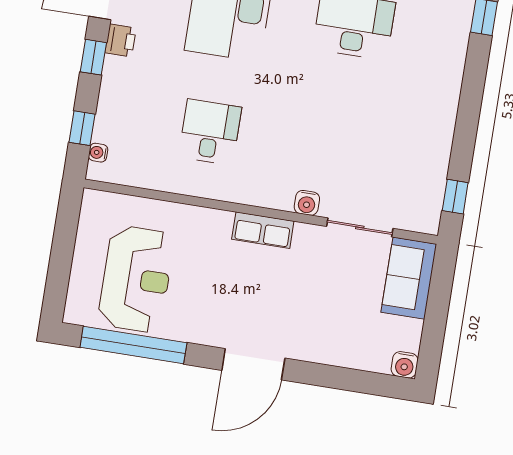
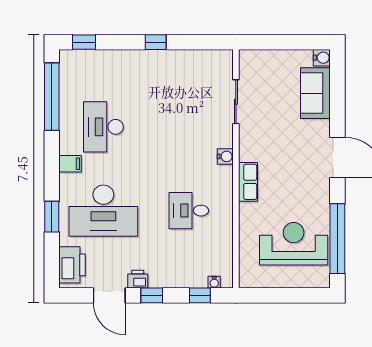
window: (455, 197) -> (156, 42), moved
water cooler: (307, 203) -> (225, 156), moved
row of seats: (263, 230) -> (248, 182), moved
sofa: (409, 278) -> (315, 93), moved, turned 90

